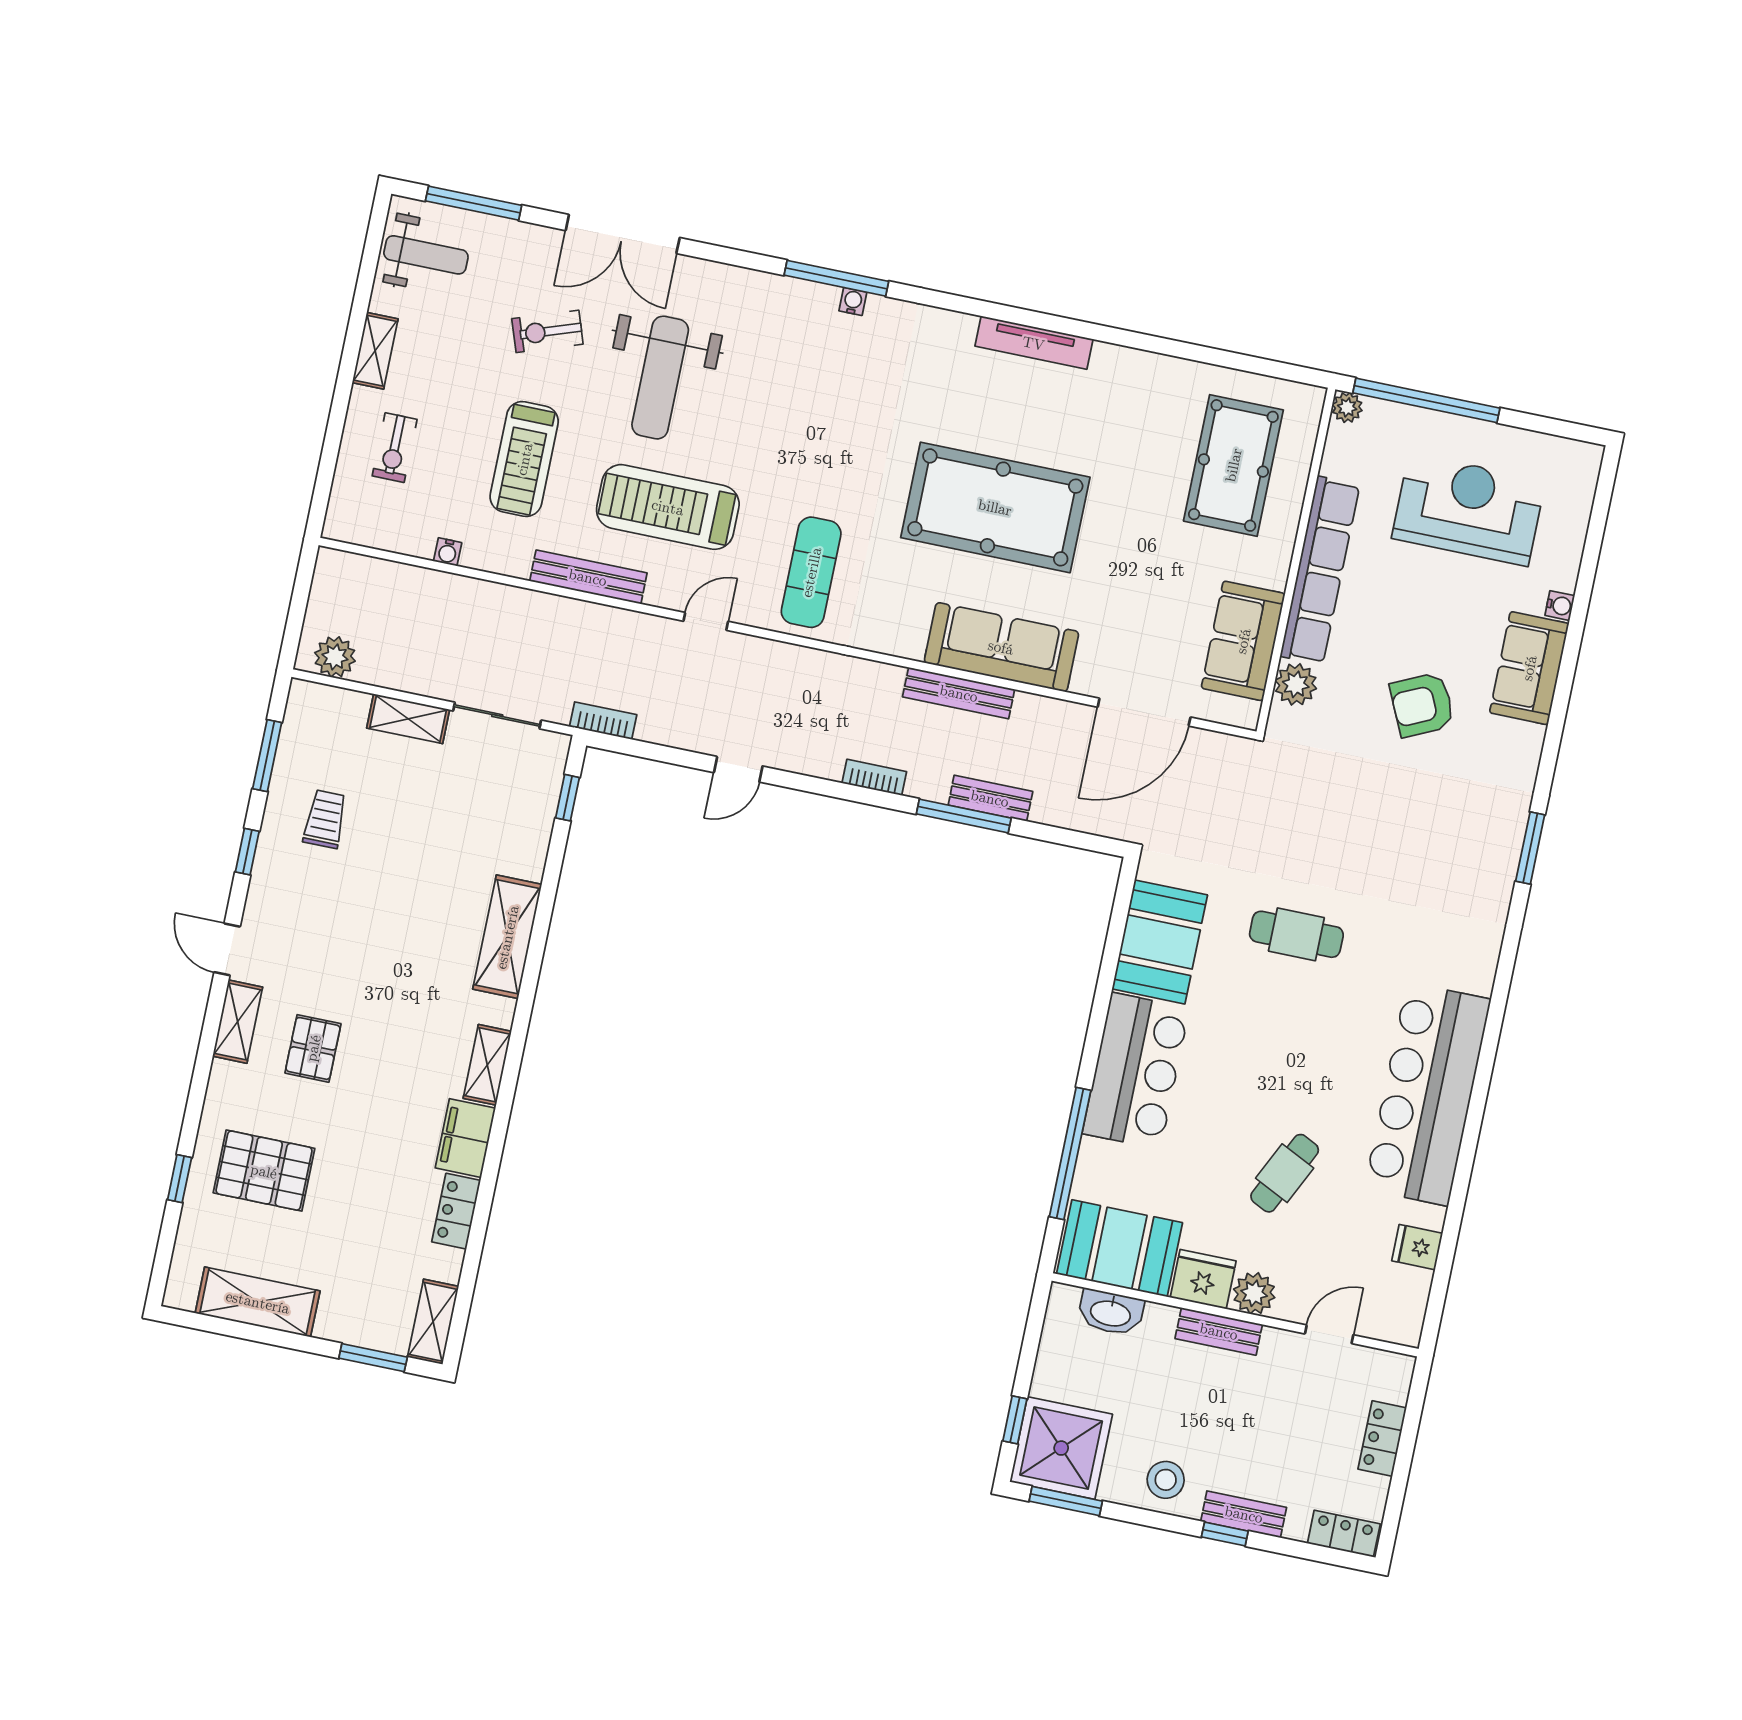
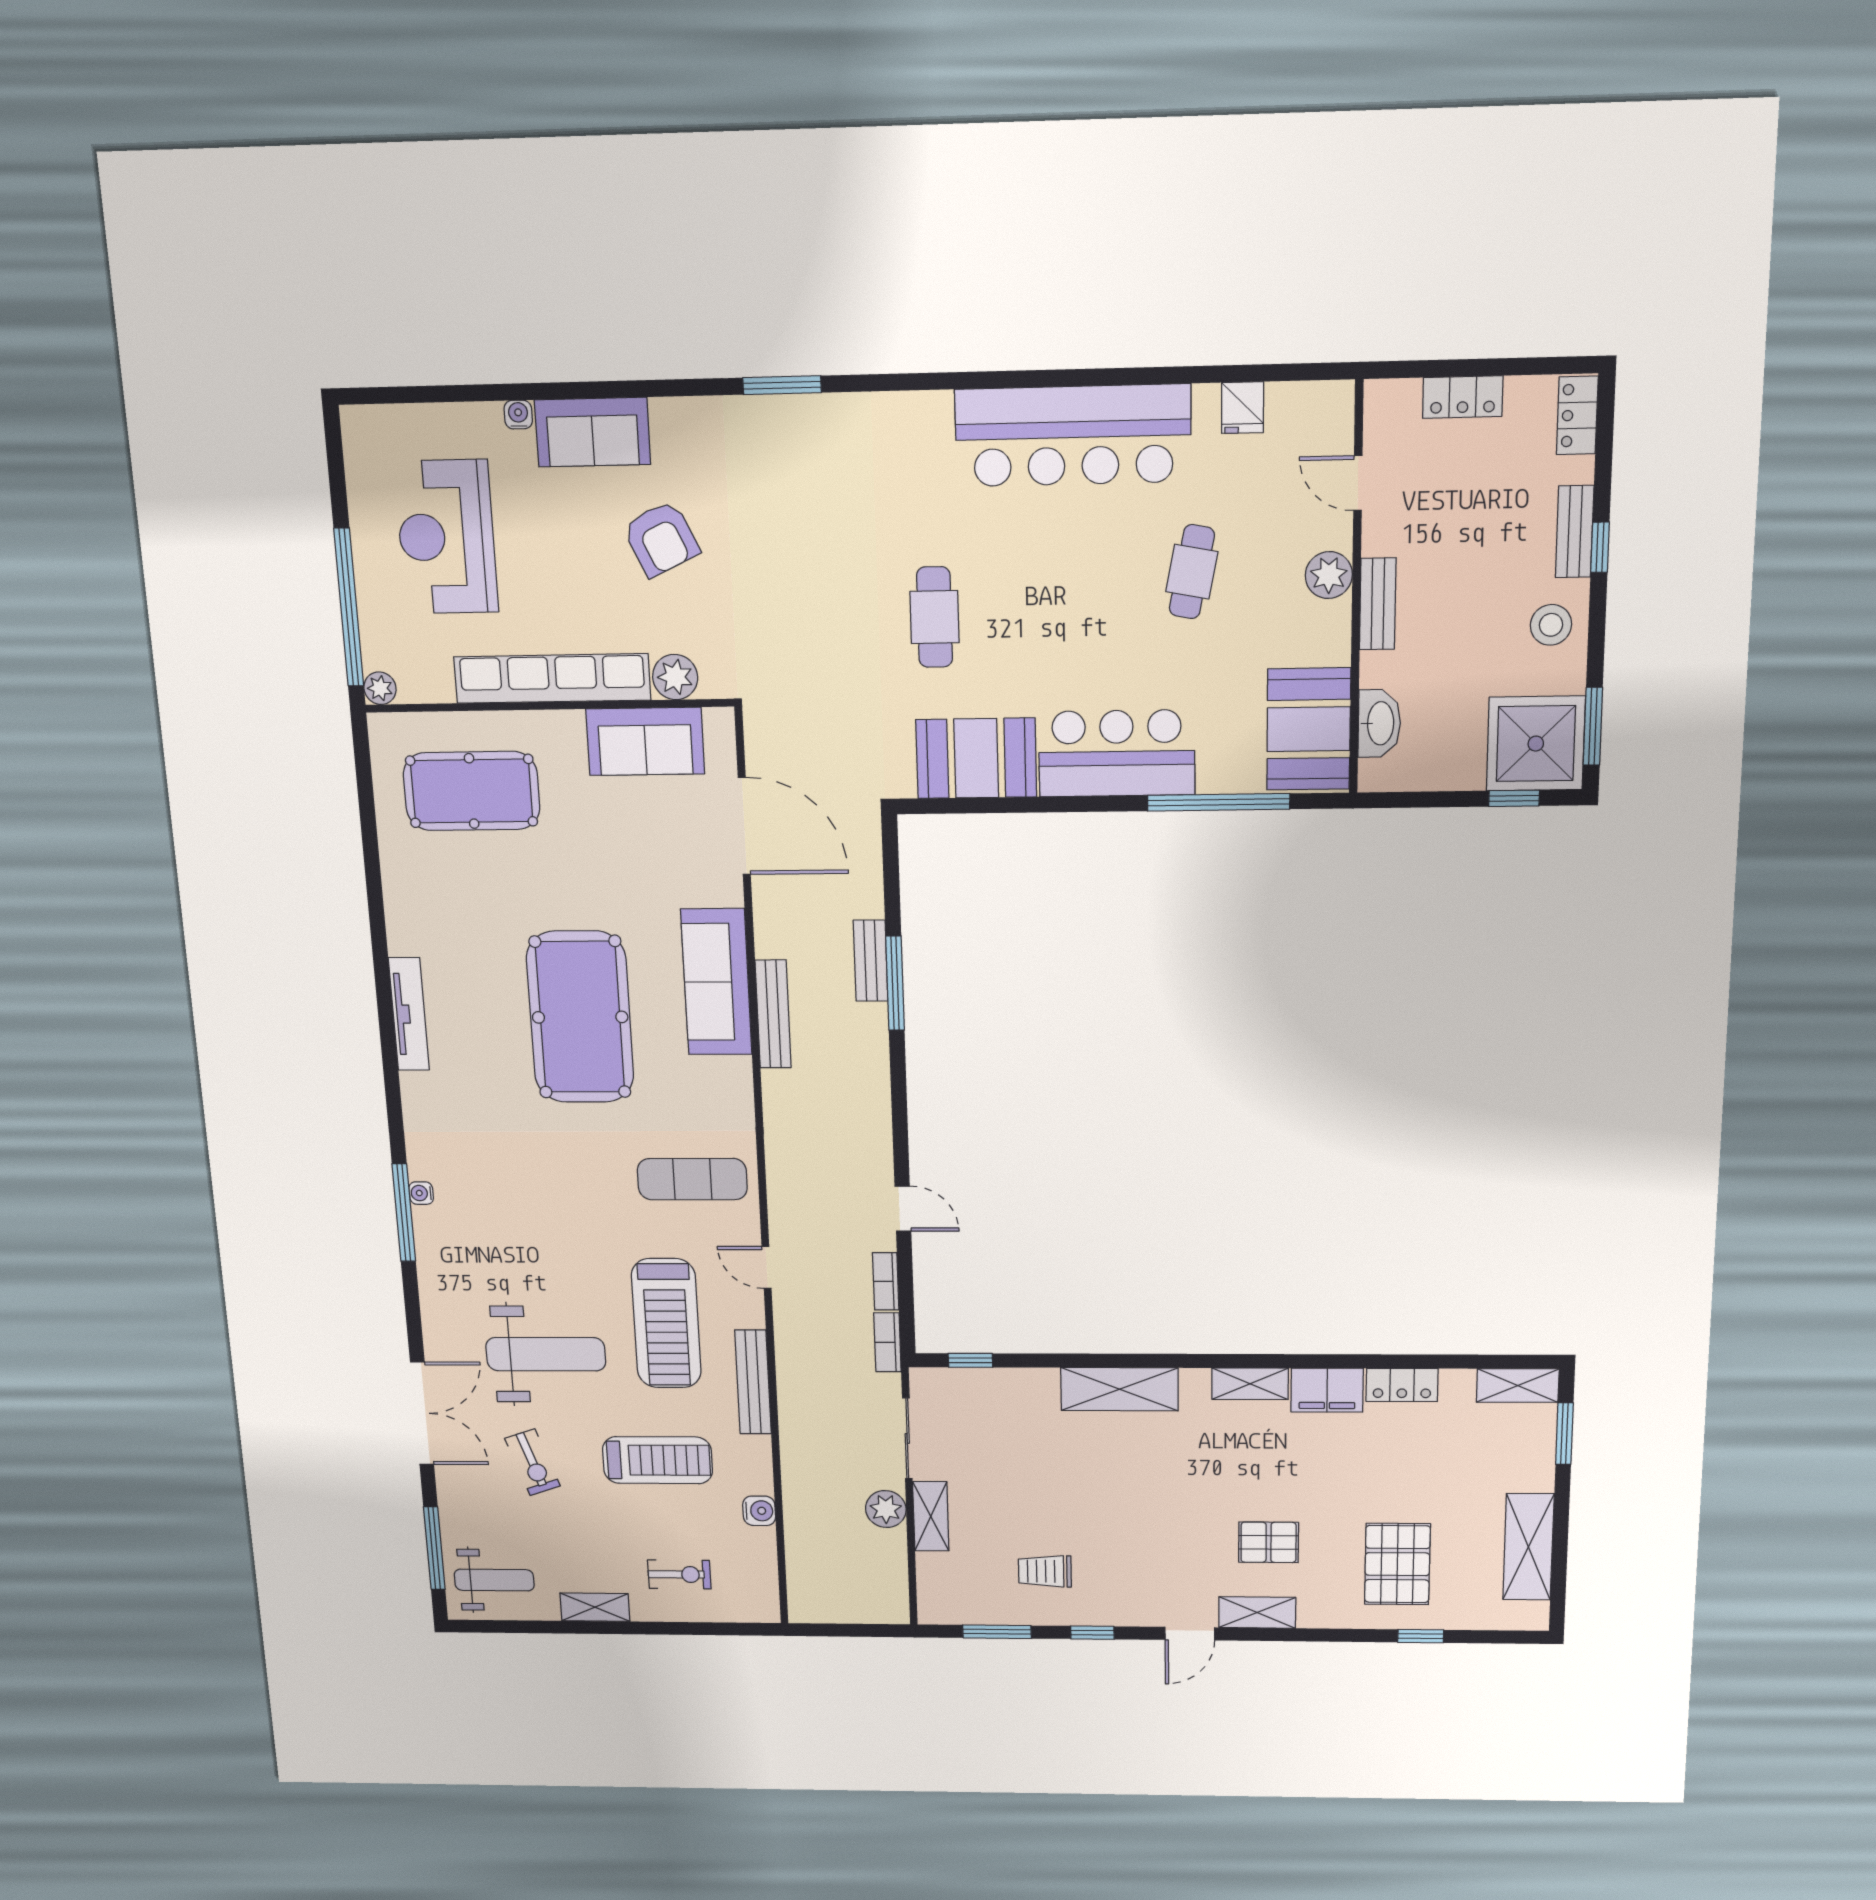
weight bench: (426, 255) -> (494, 1580), turned 90
water cooler: (448, 552) -> (759, 1511), width x1.38, depth x1.38
plant: (335, 657) -> (886, 1509), moved
bookcase: (874, 777) -> (886, 1281), moved
cafe table: (1285, 1173) -> (1192, 572), turned 75
fridge: (1203, 1279) -> (1324, 633), removed

